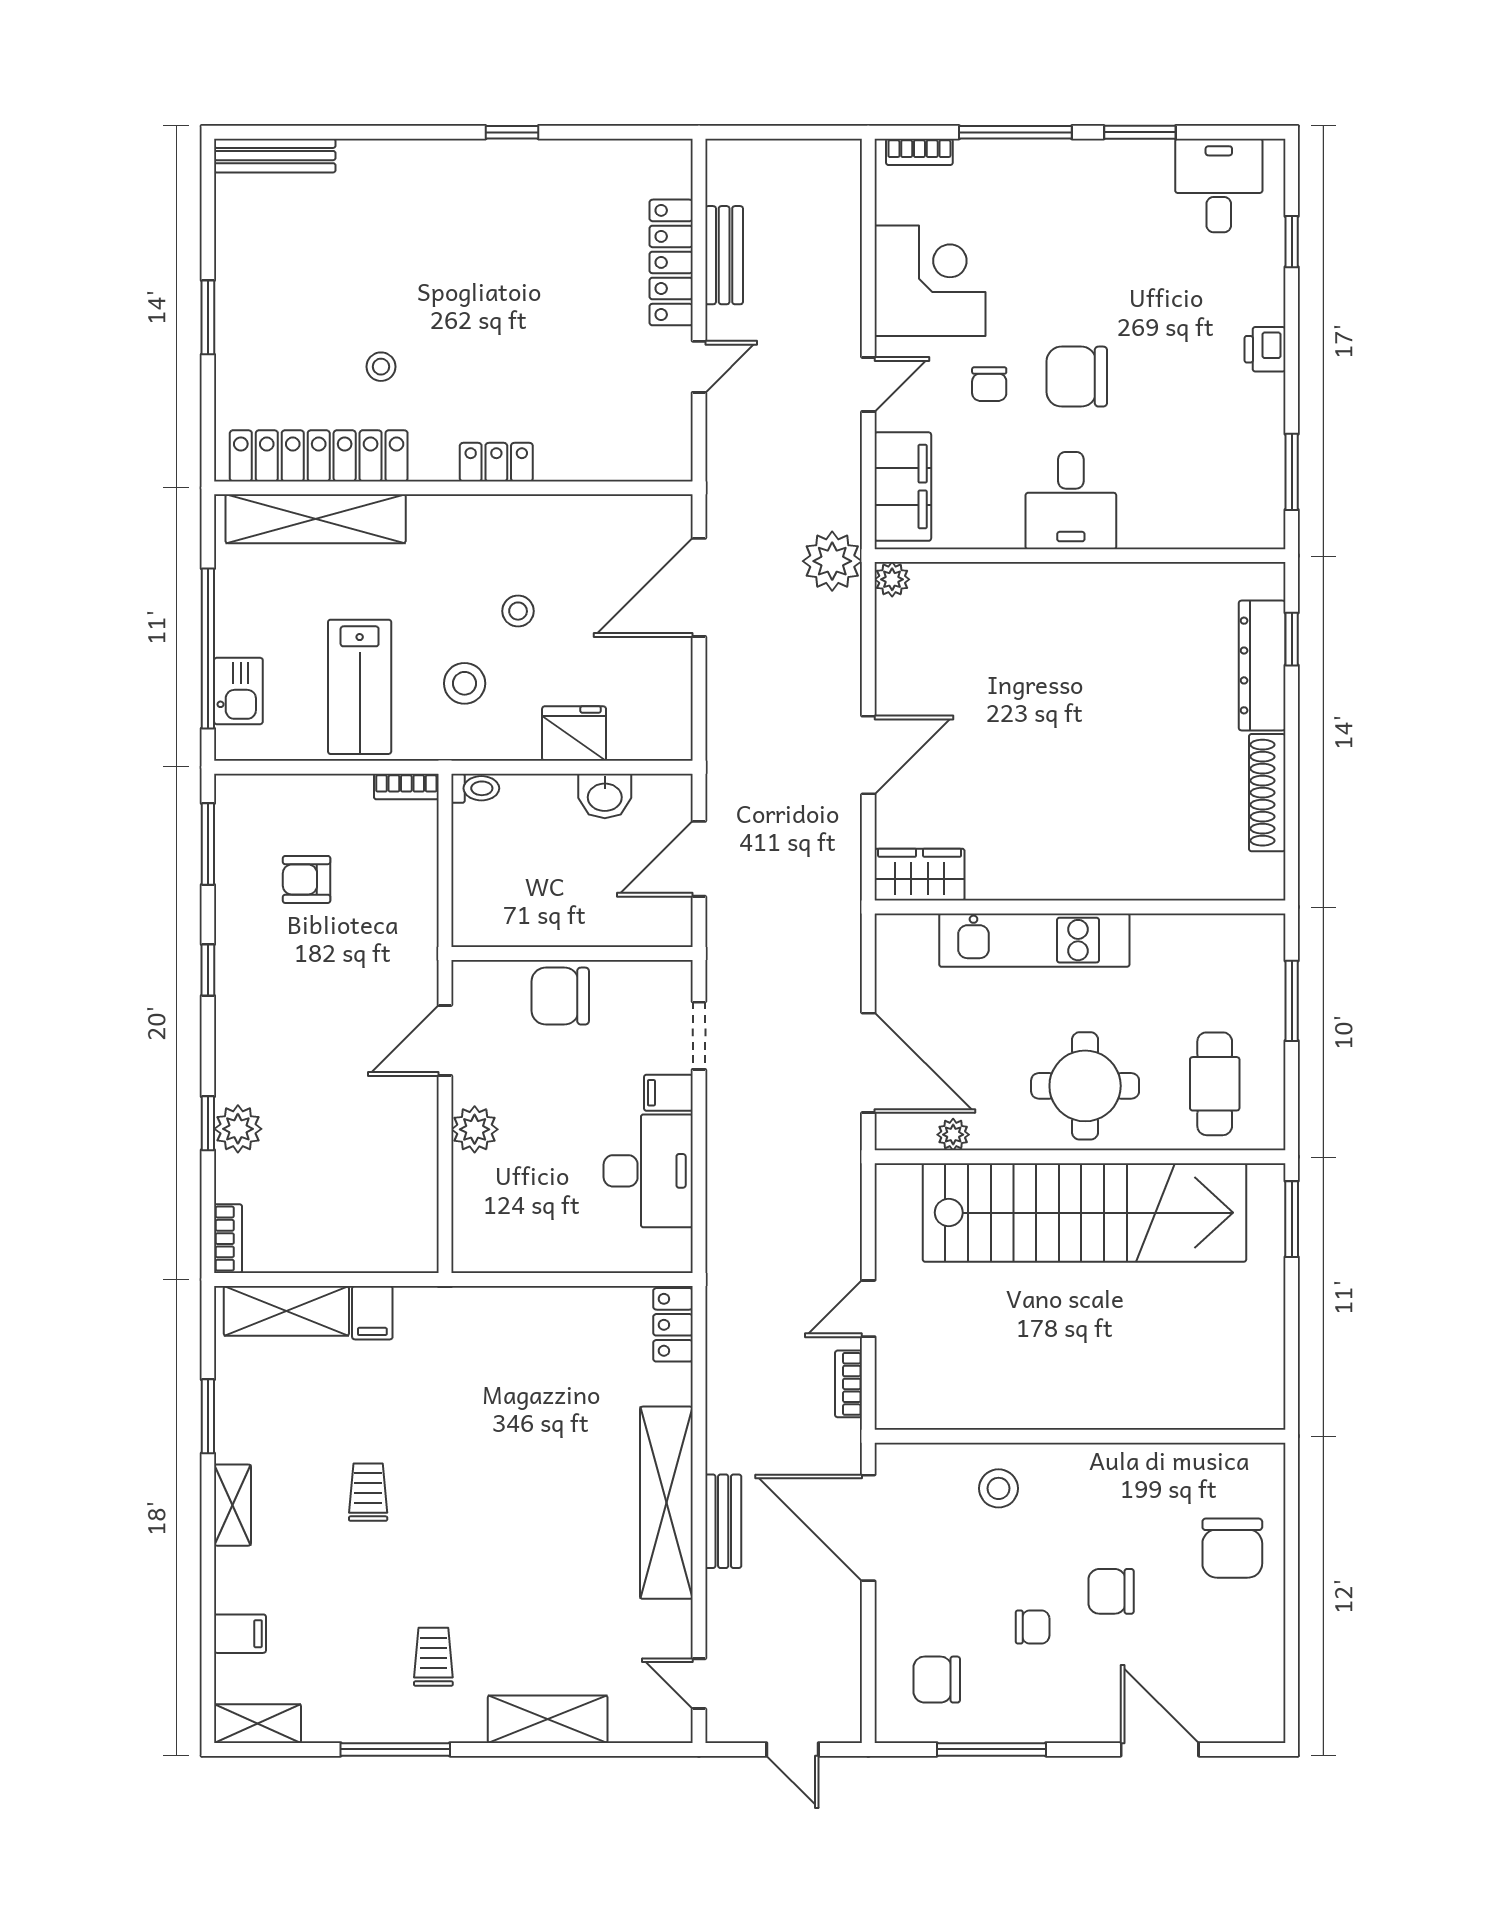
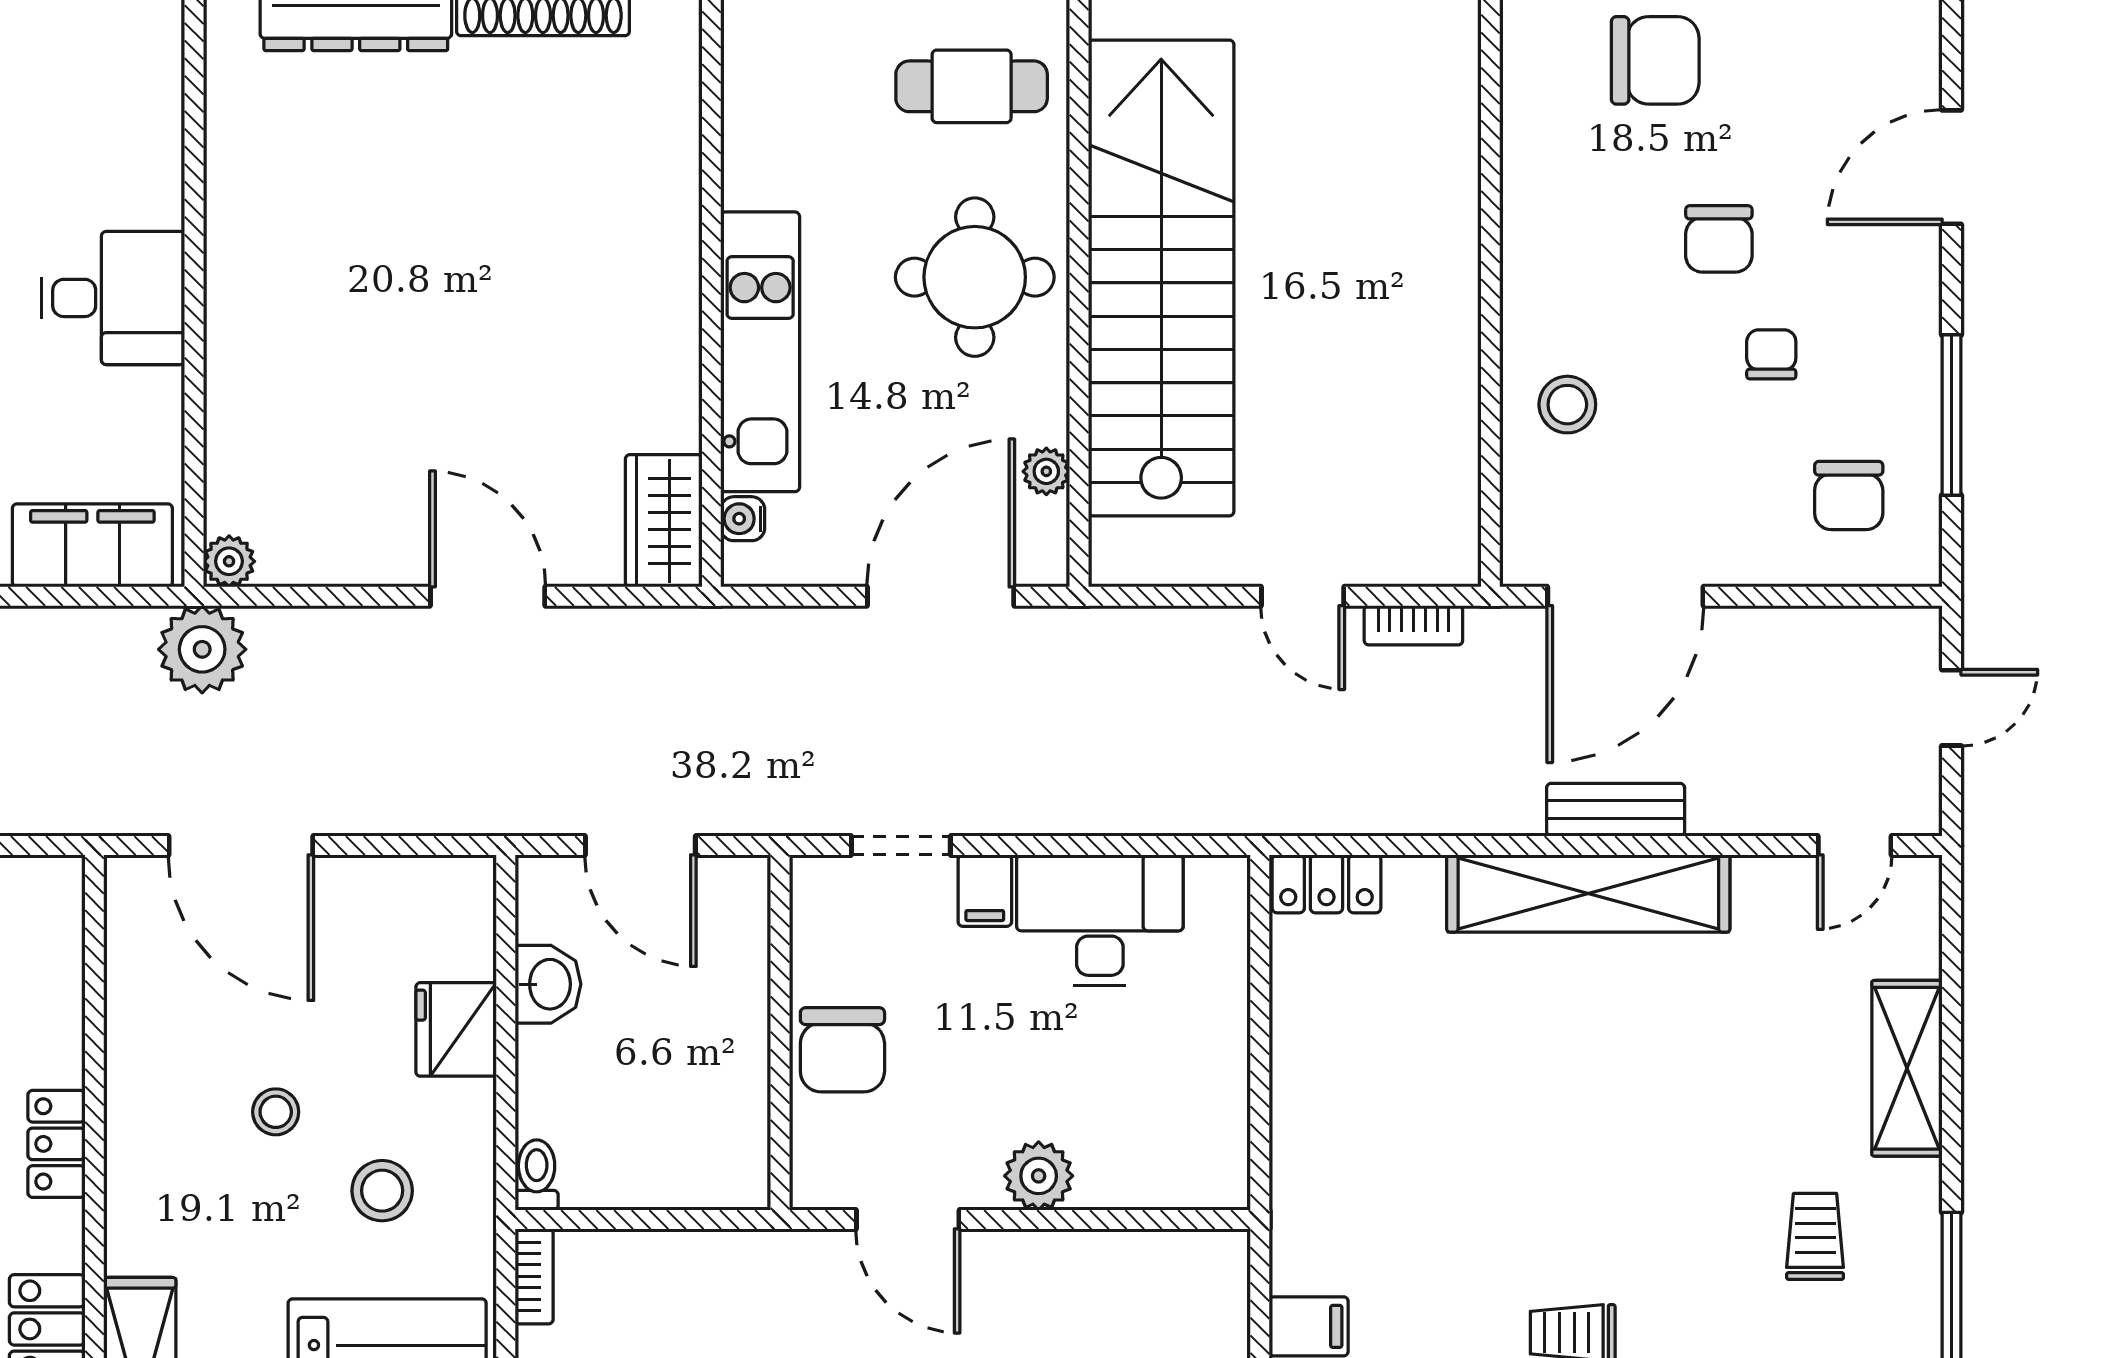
water cooler: (921, 928) -> (743, 519), added
trolley: (433, 1657) -> (1815, 1236), turned 90

